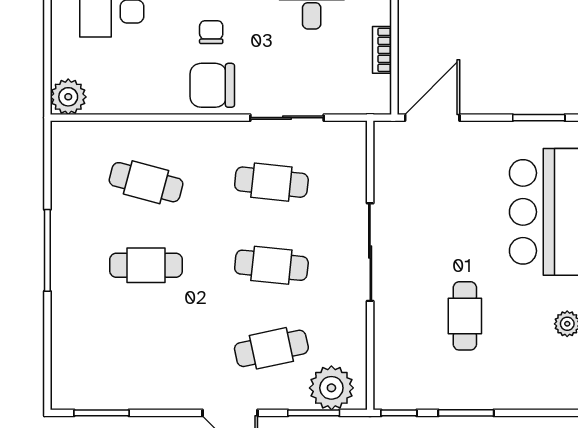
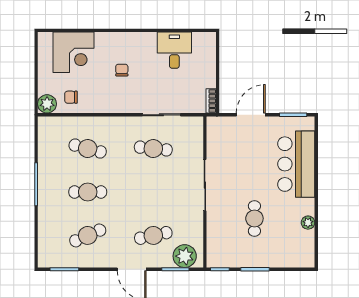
bookcase: (382, 50) -> (211, 101), moved
chair: (212, 85) -> (71, 97), moved, width x0.54, depth x0.54
door: (432, 118) -> (251, 115), moved
cafe table: (271, 265) -> (88, 235), moved, turned -30

